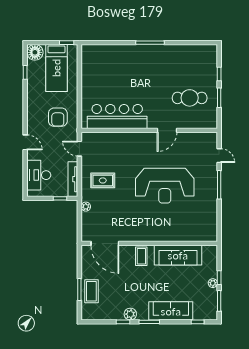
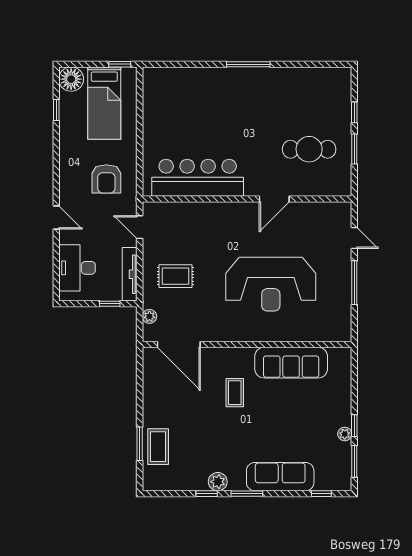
door: (105, 243) -> (179, 345), moved
wall: (149, 243) -> (247, 345), moved
sofa: (178, 255) -> (291, 363), moved

